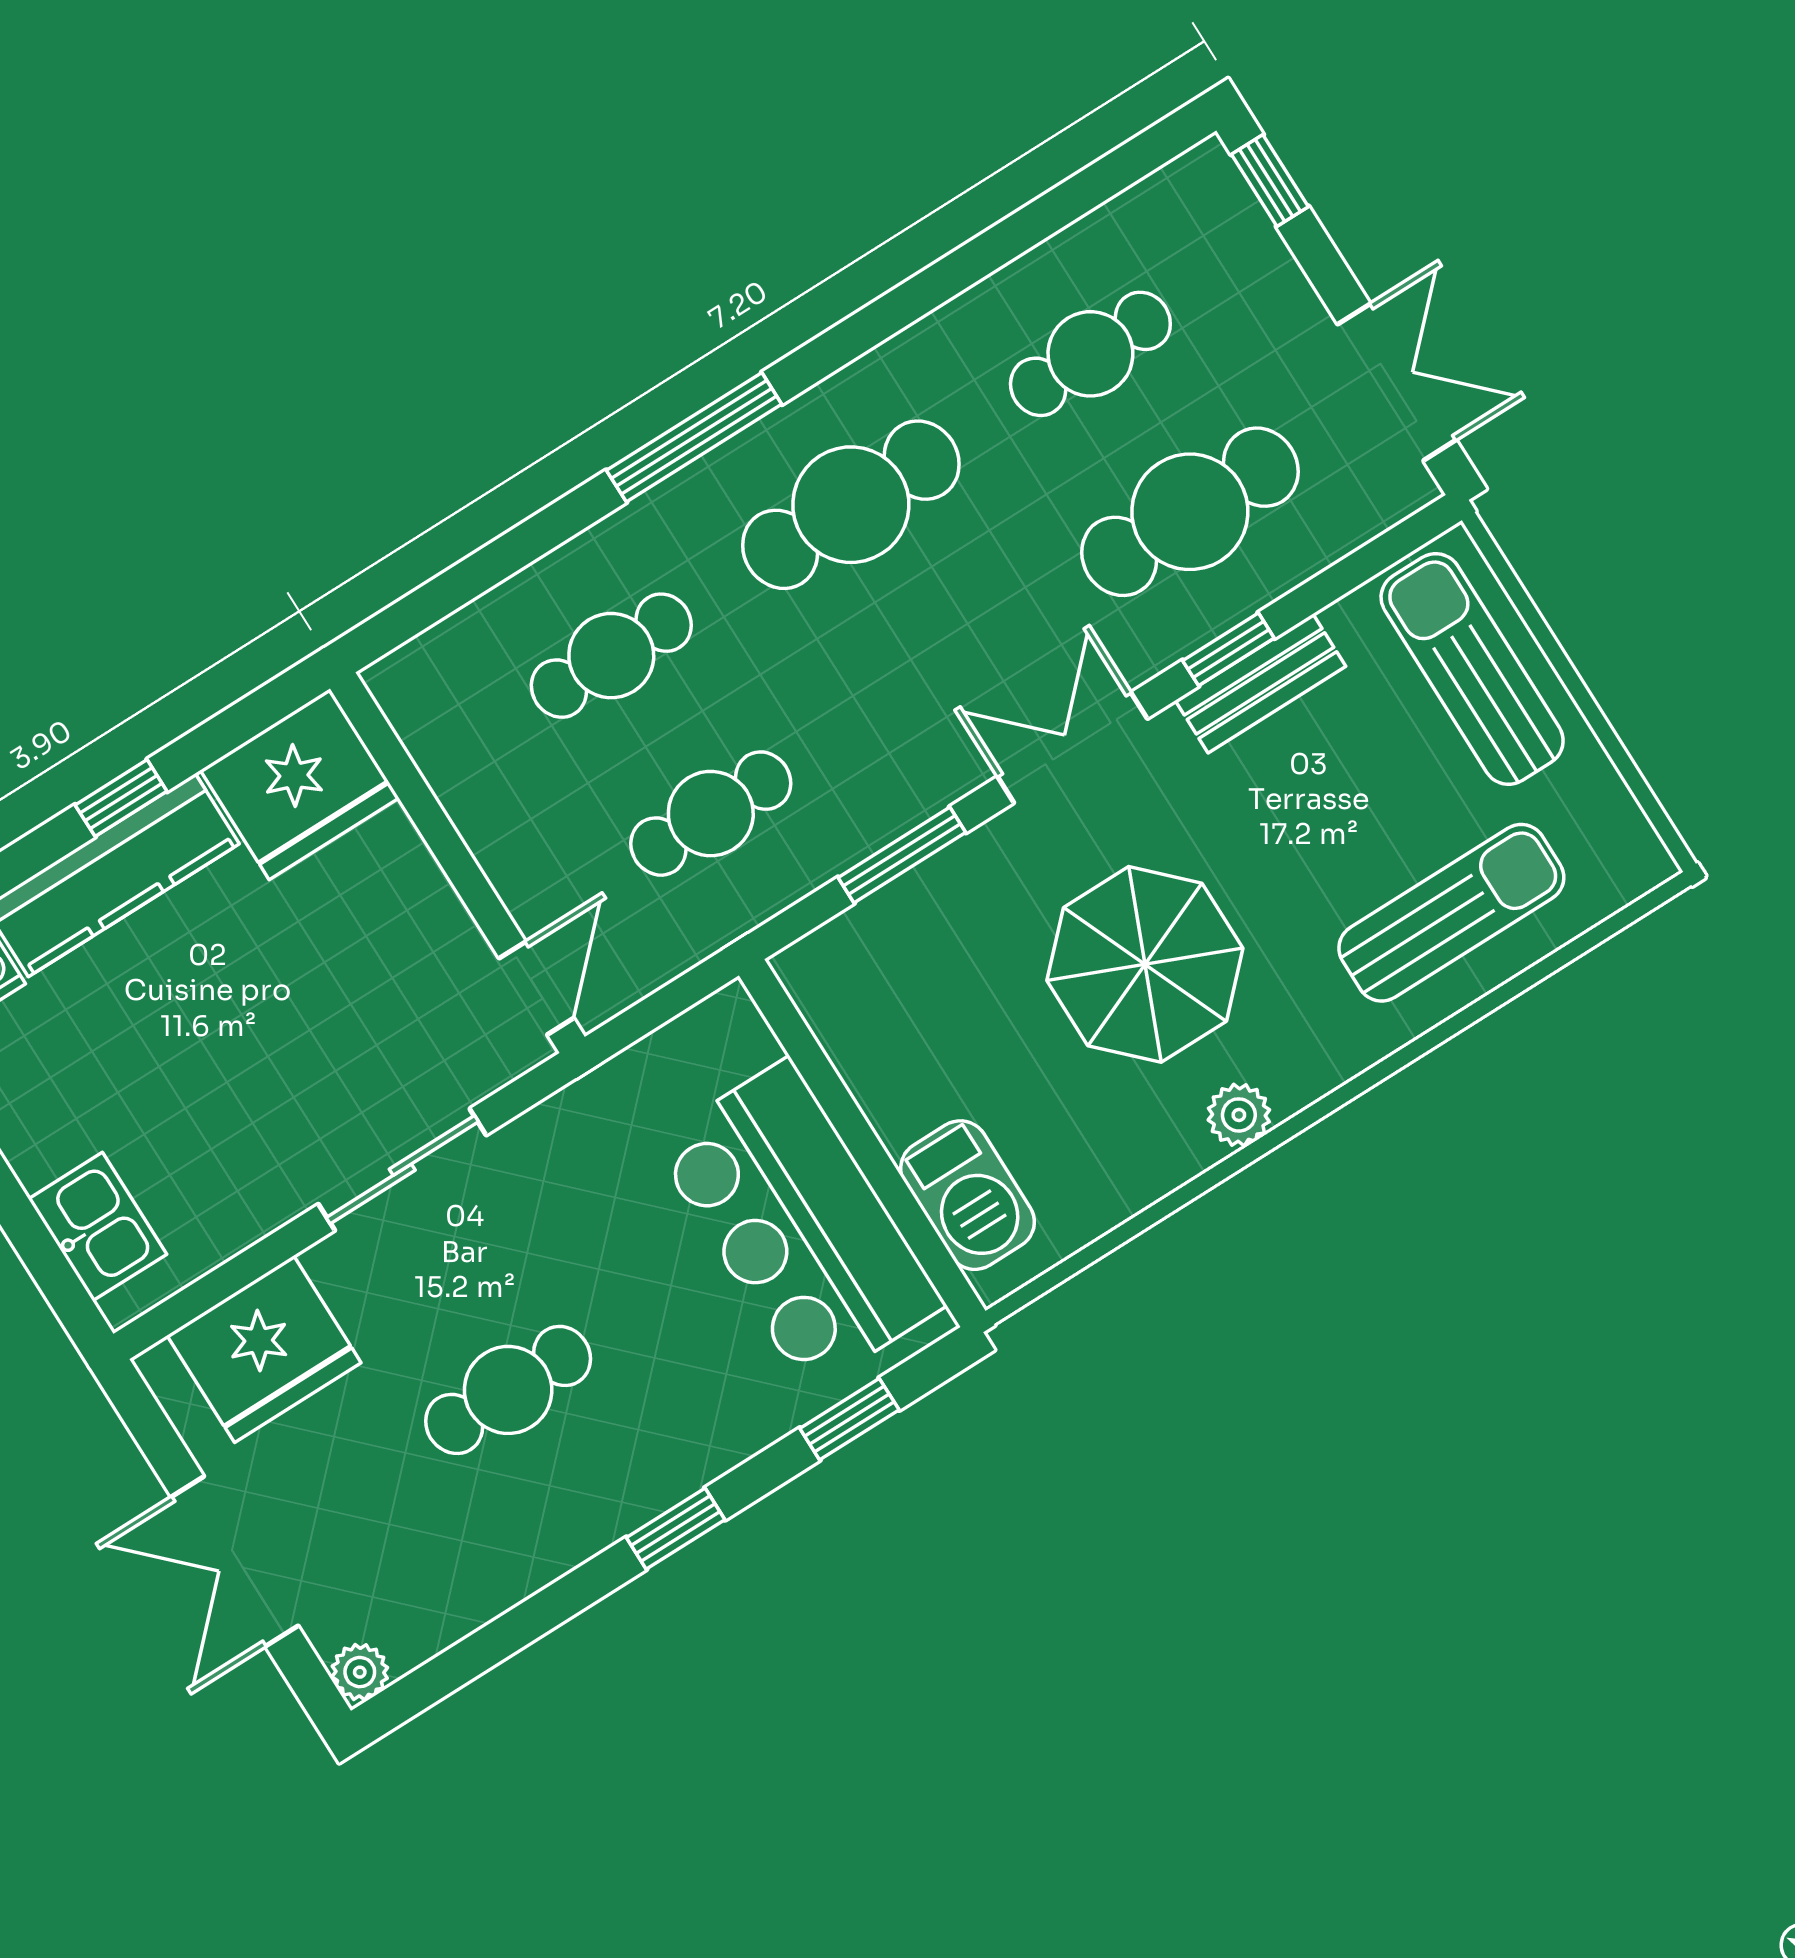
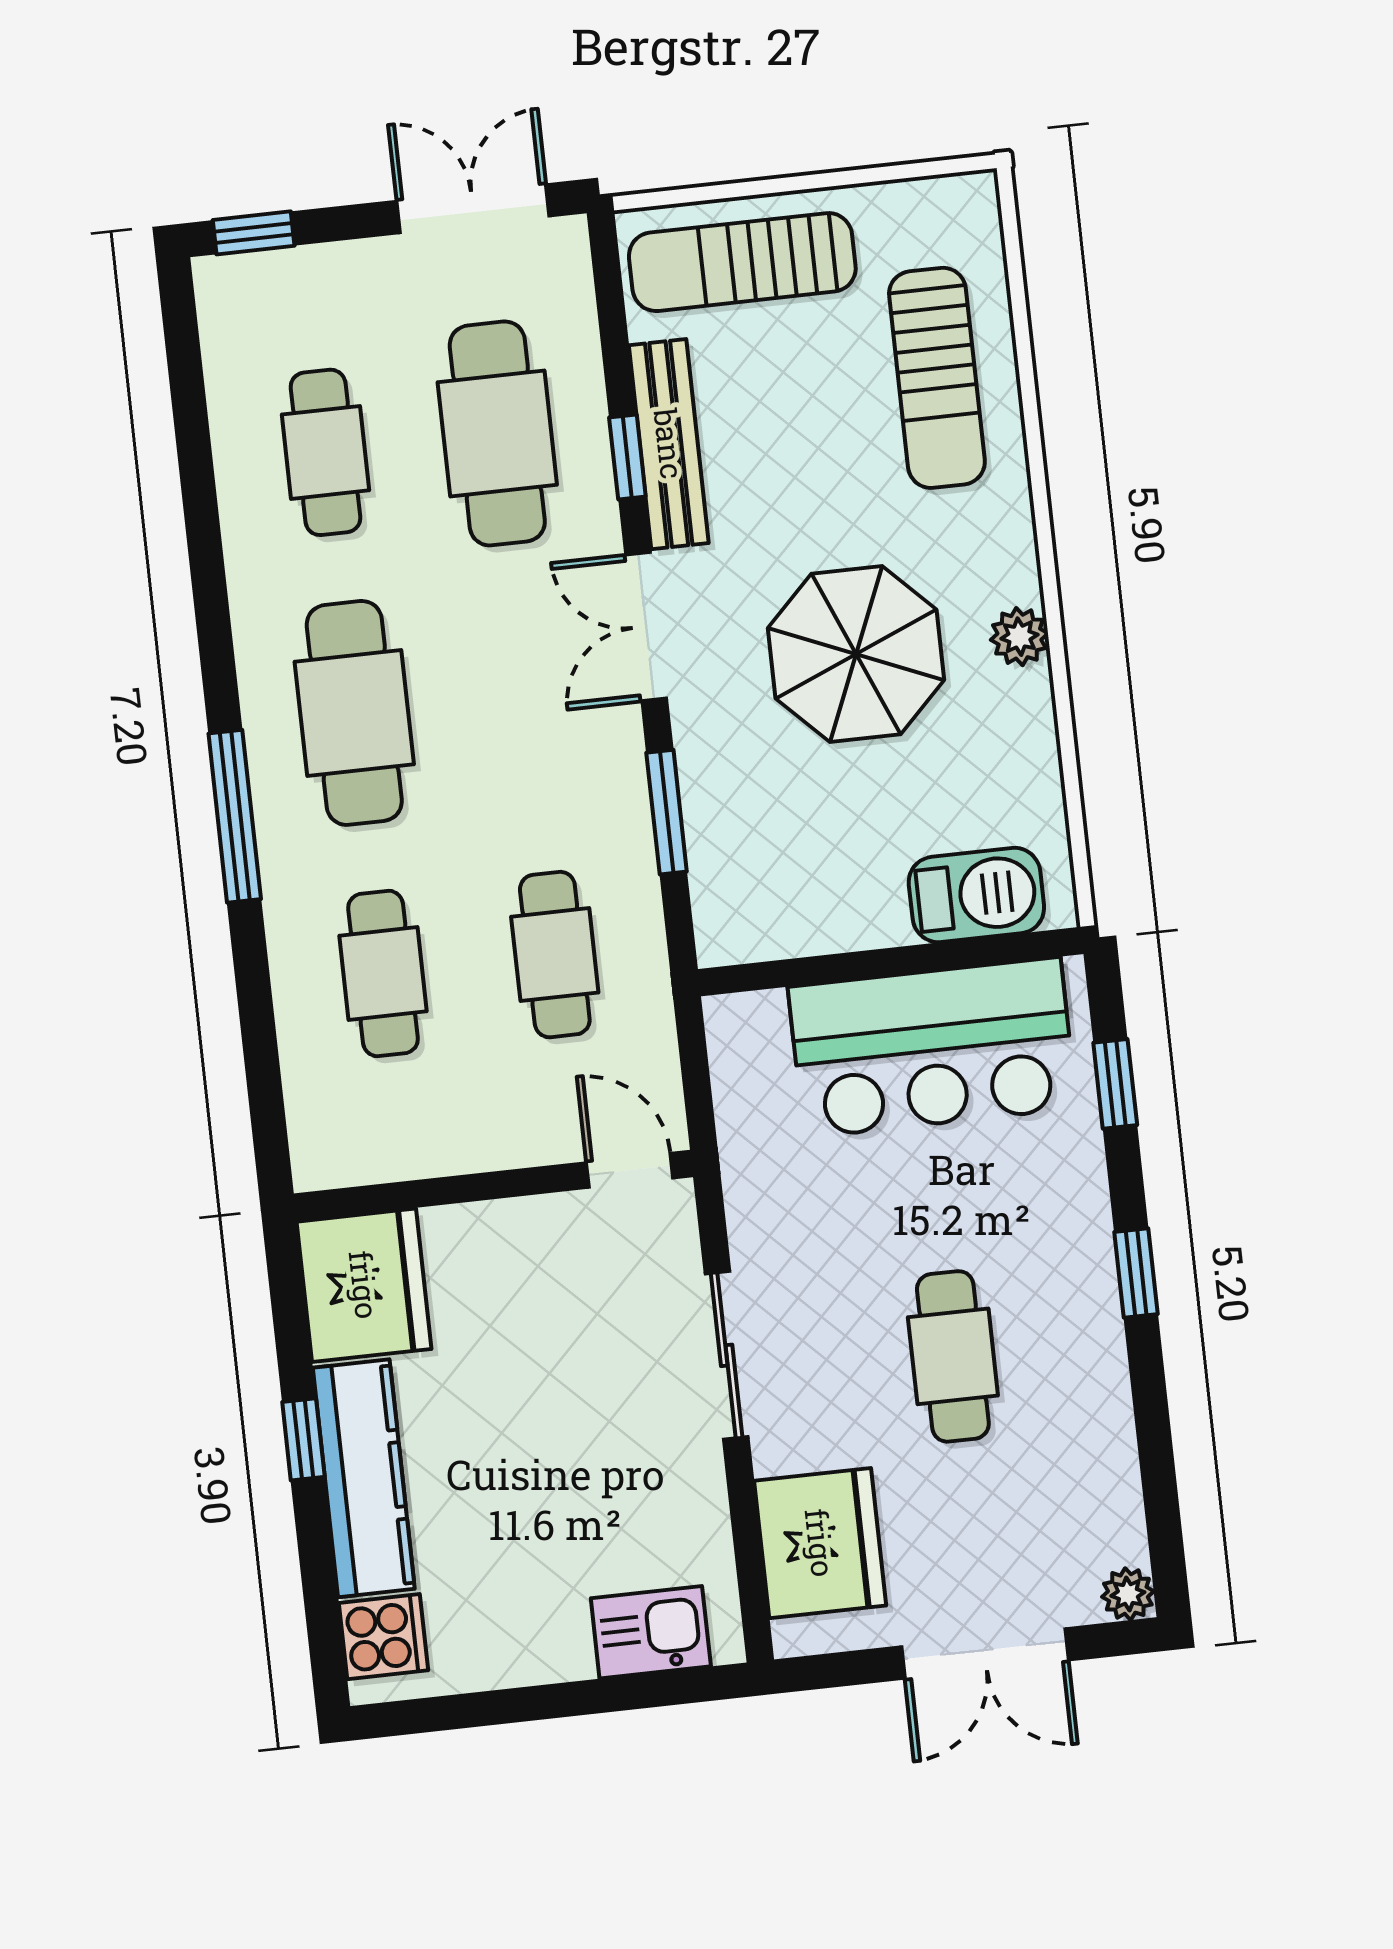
bench: (1260, 683) -> (669, 444), width x1.36
sun lounger: (1451, 913) -> (937, 378), turned 180

